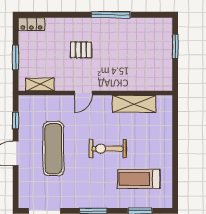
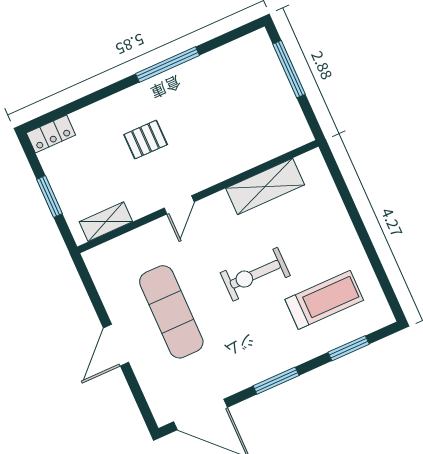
window: (175, 47) -> (289, 69), width x1.44
window: (16, 120) -> (93, 294), removed
treadmill: (139, 179) -> (324, 300), turned 180

